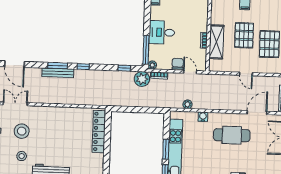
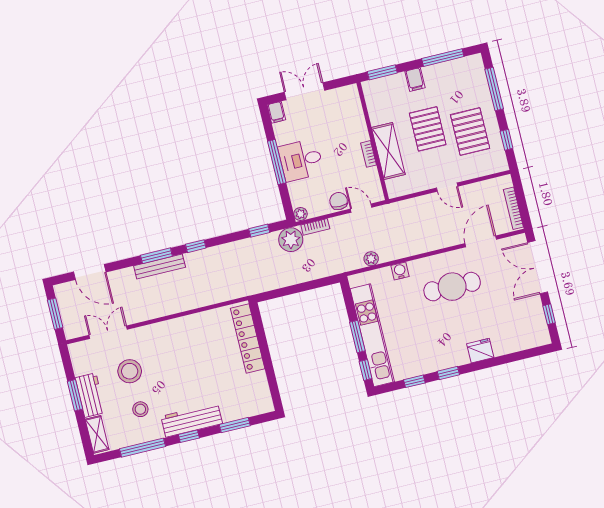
window: (146, 50) -> (277, 162), moved

